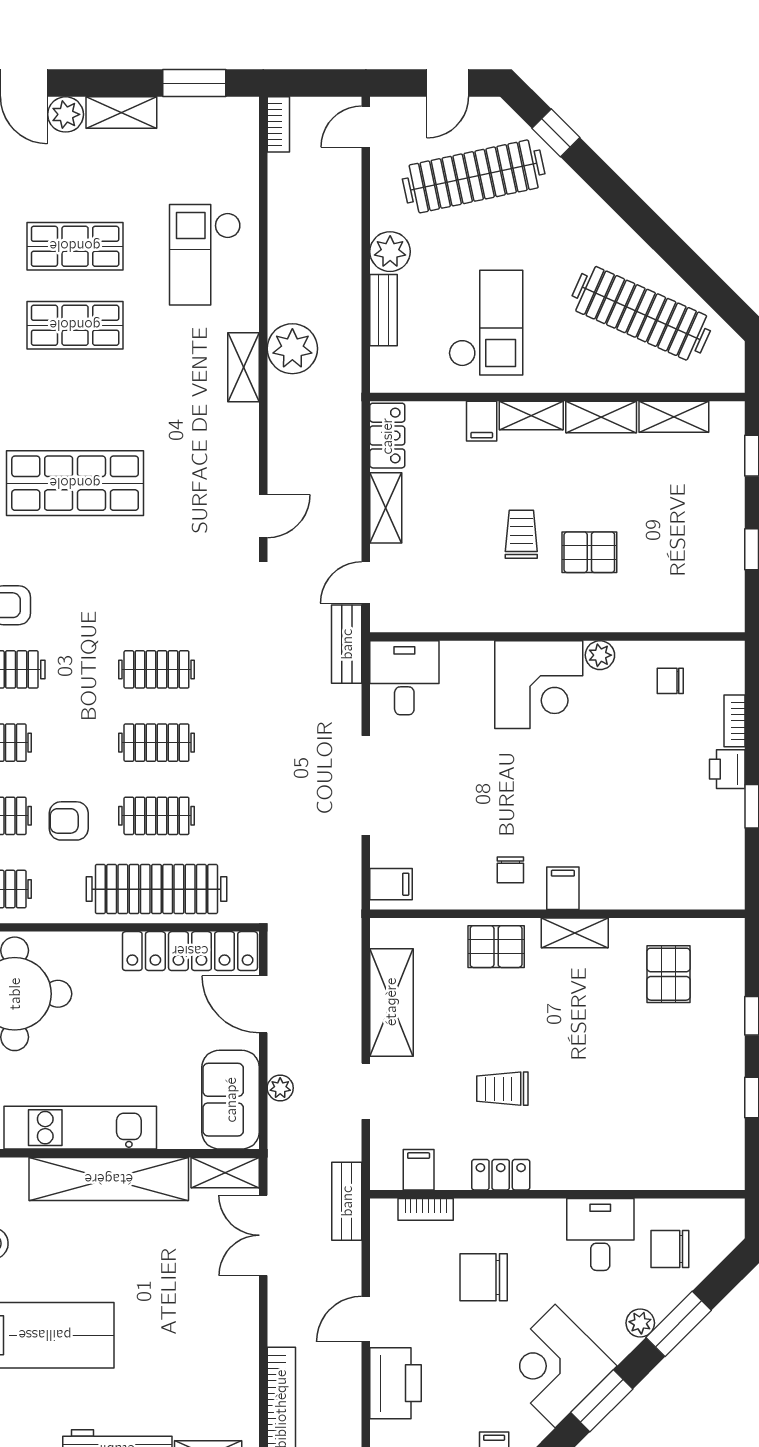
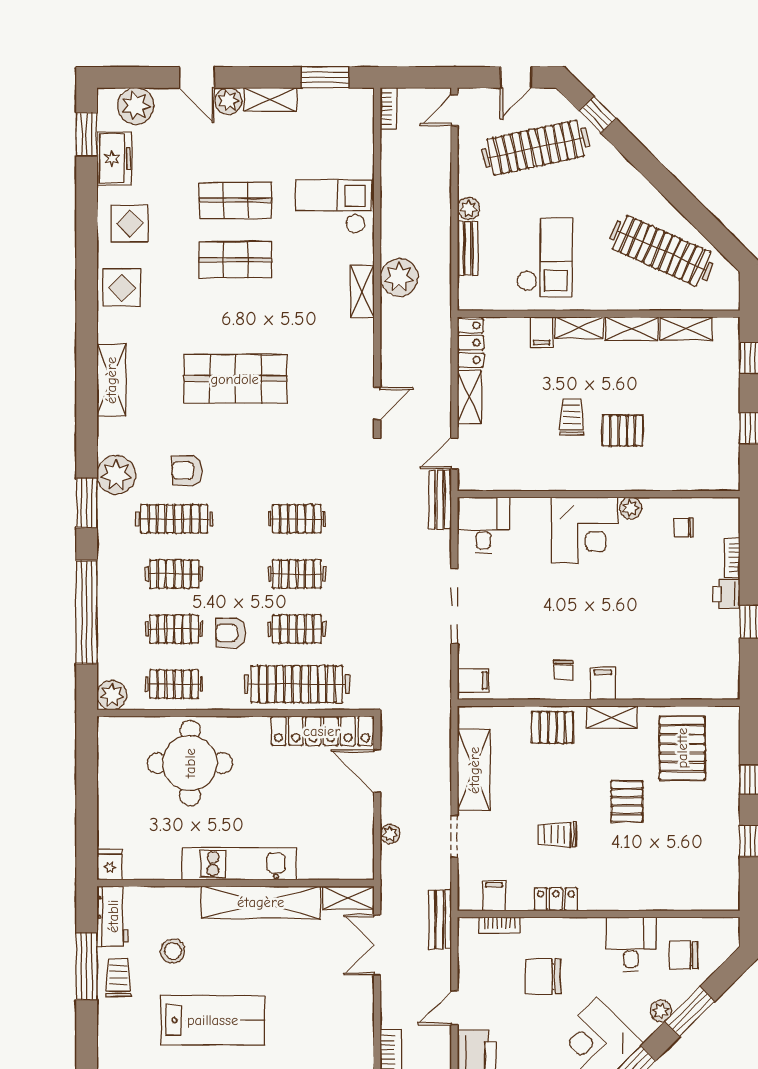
plant: (390, 252) -> (468, 208), width x0.73, depth x0.73
checkout: (205, 255) -> (333, 207), turned 90
pallet: (669, 974) -> (682, 748), width x1.50, depth x1.42
pallet: (595, 1045) -> (627, 801), added
sofa: (231, 1100) -> (353, 843), removed

